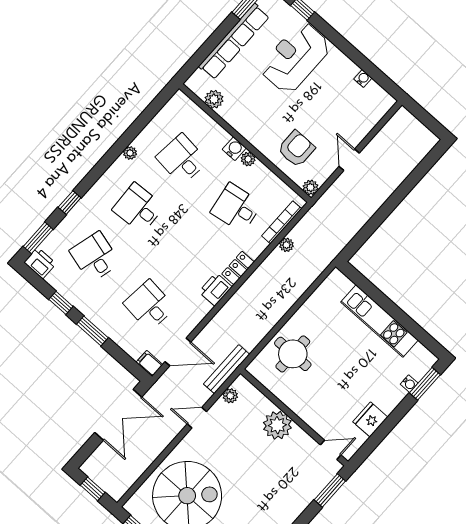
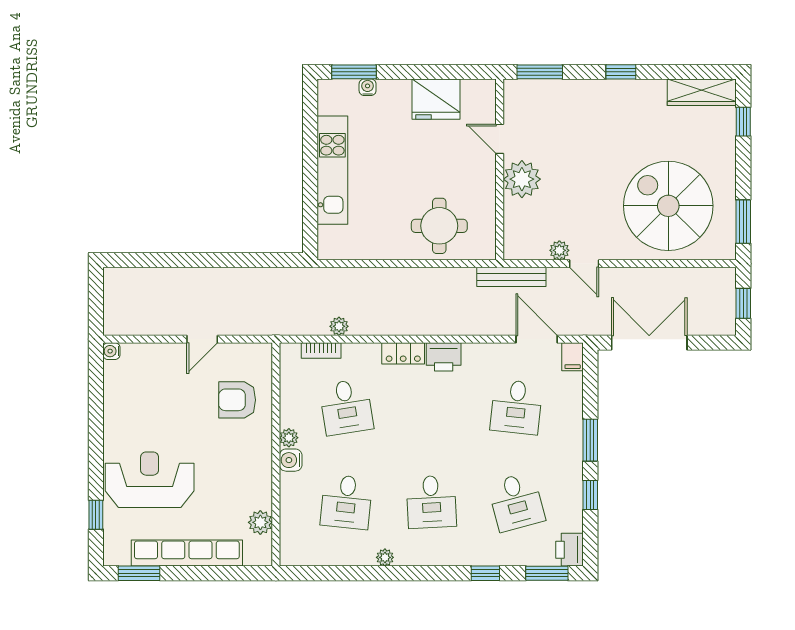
reception desk: (295, 58) -> (150, 480), turned 180
water cooler: (363, 79) -> (111, 351), moved
plant: (311, 187) -> (262, 353), removed
bookcase: (282, 222) -> (321, 350), width x0.64
desk: (95, 257) -> (516, 502), turned -30
plant: (230, 396) -> (559, 250), moved
fridge: (370, 419) -> (436, 99), width x1.36, depth x1.34
door: (331, 450) -> (500, 139), moved

